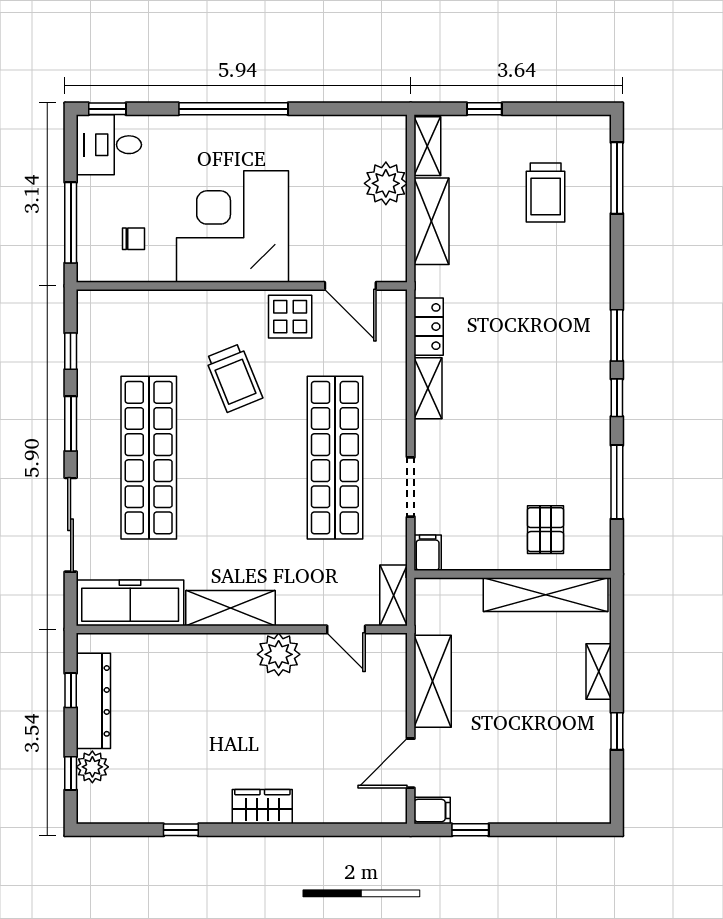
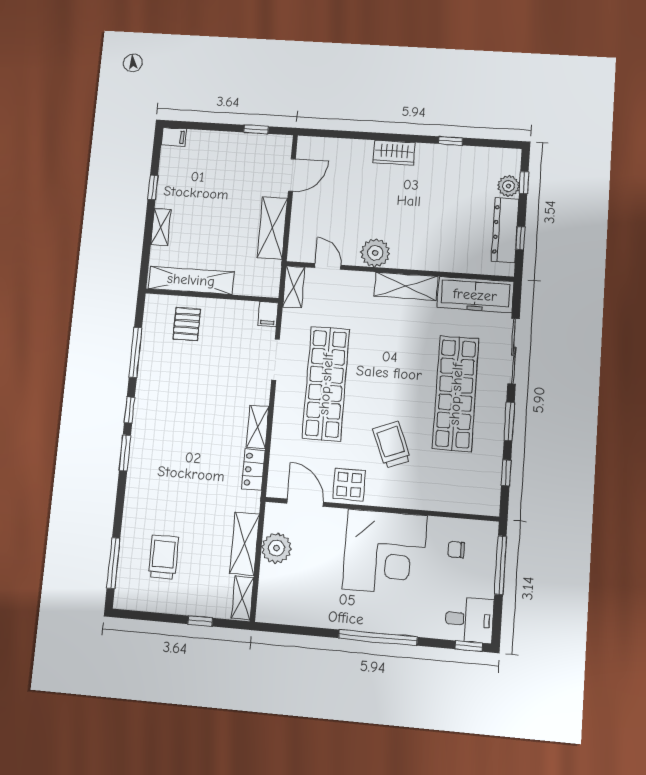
plant: (386, 183) -> (276, 548), moved
filing cabinet: (432, 811) -> (174, 137), moved, turned 180

